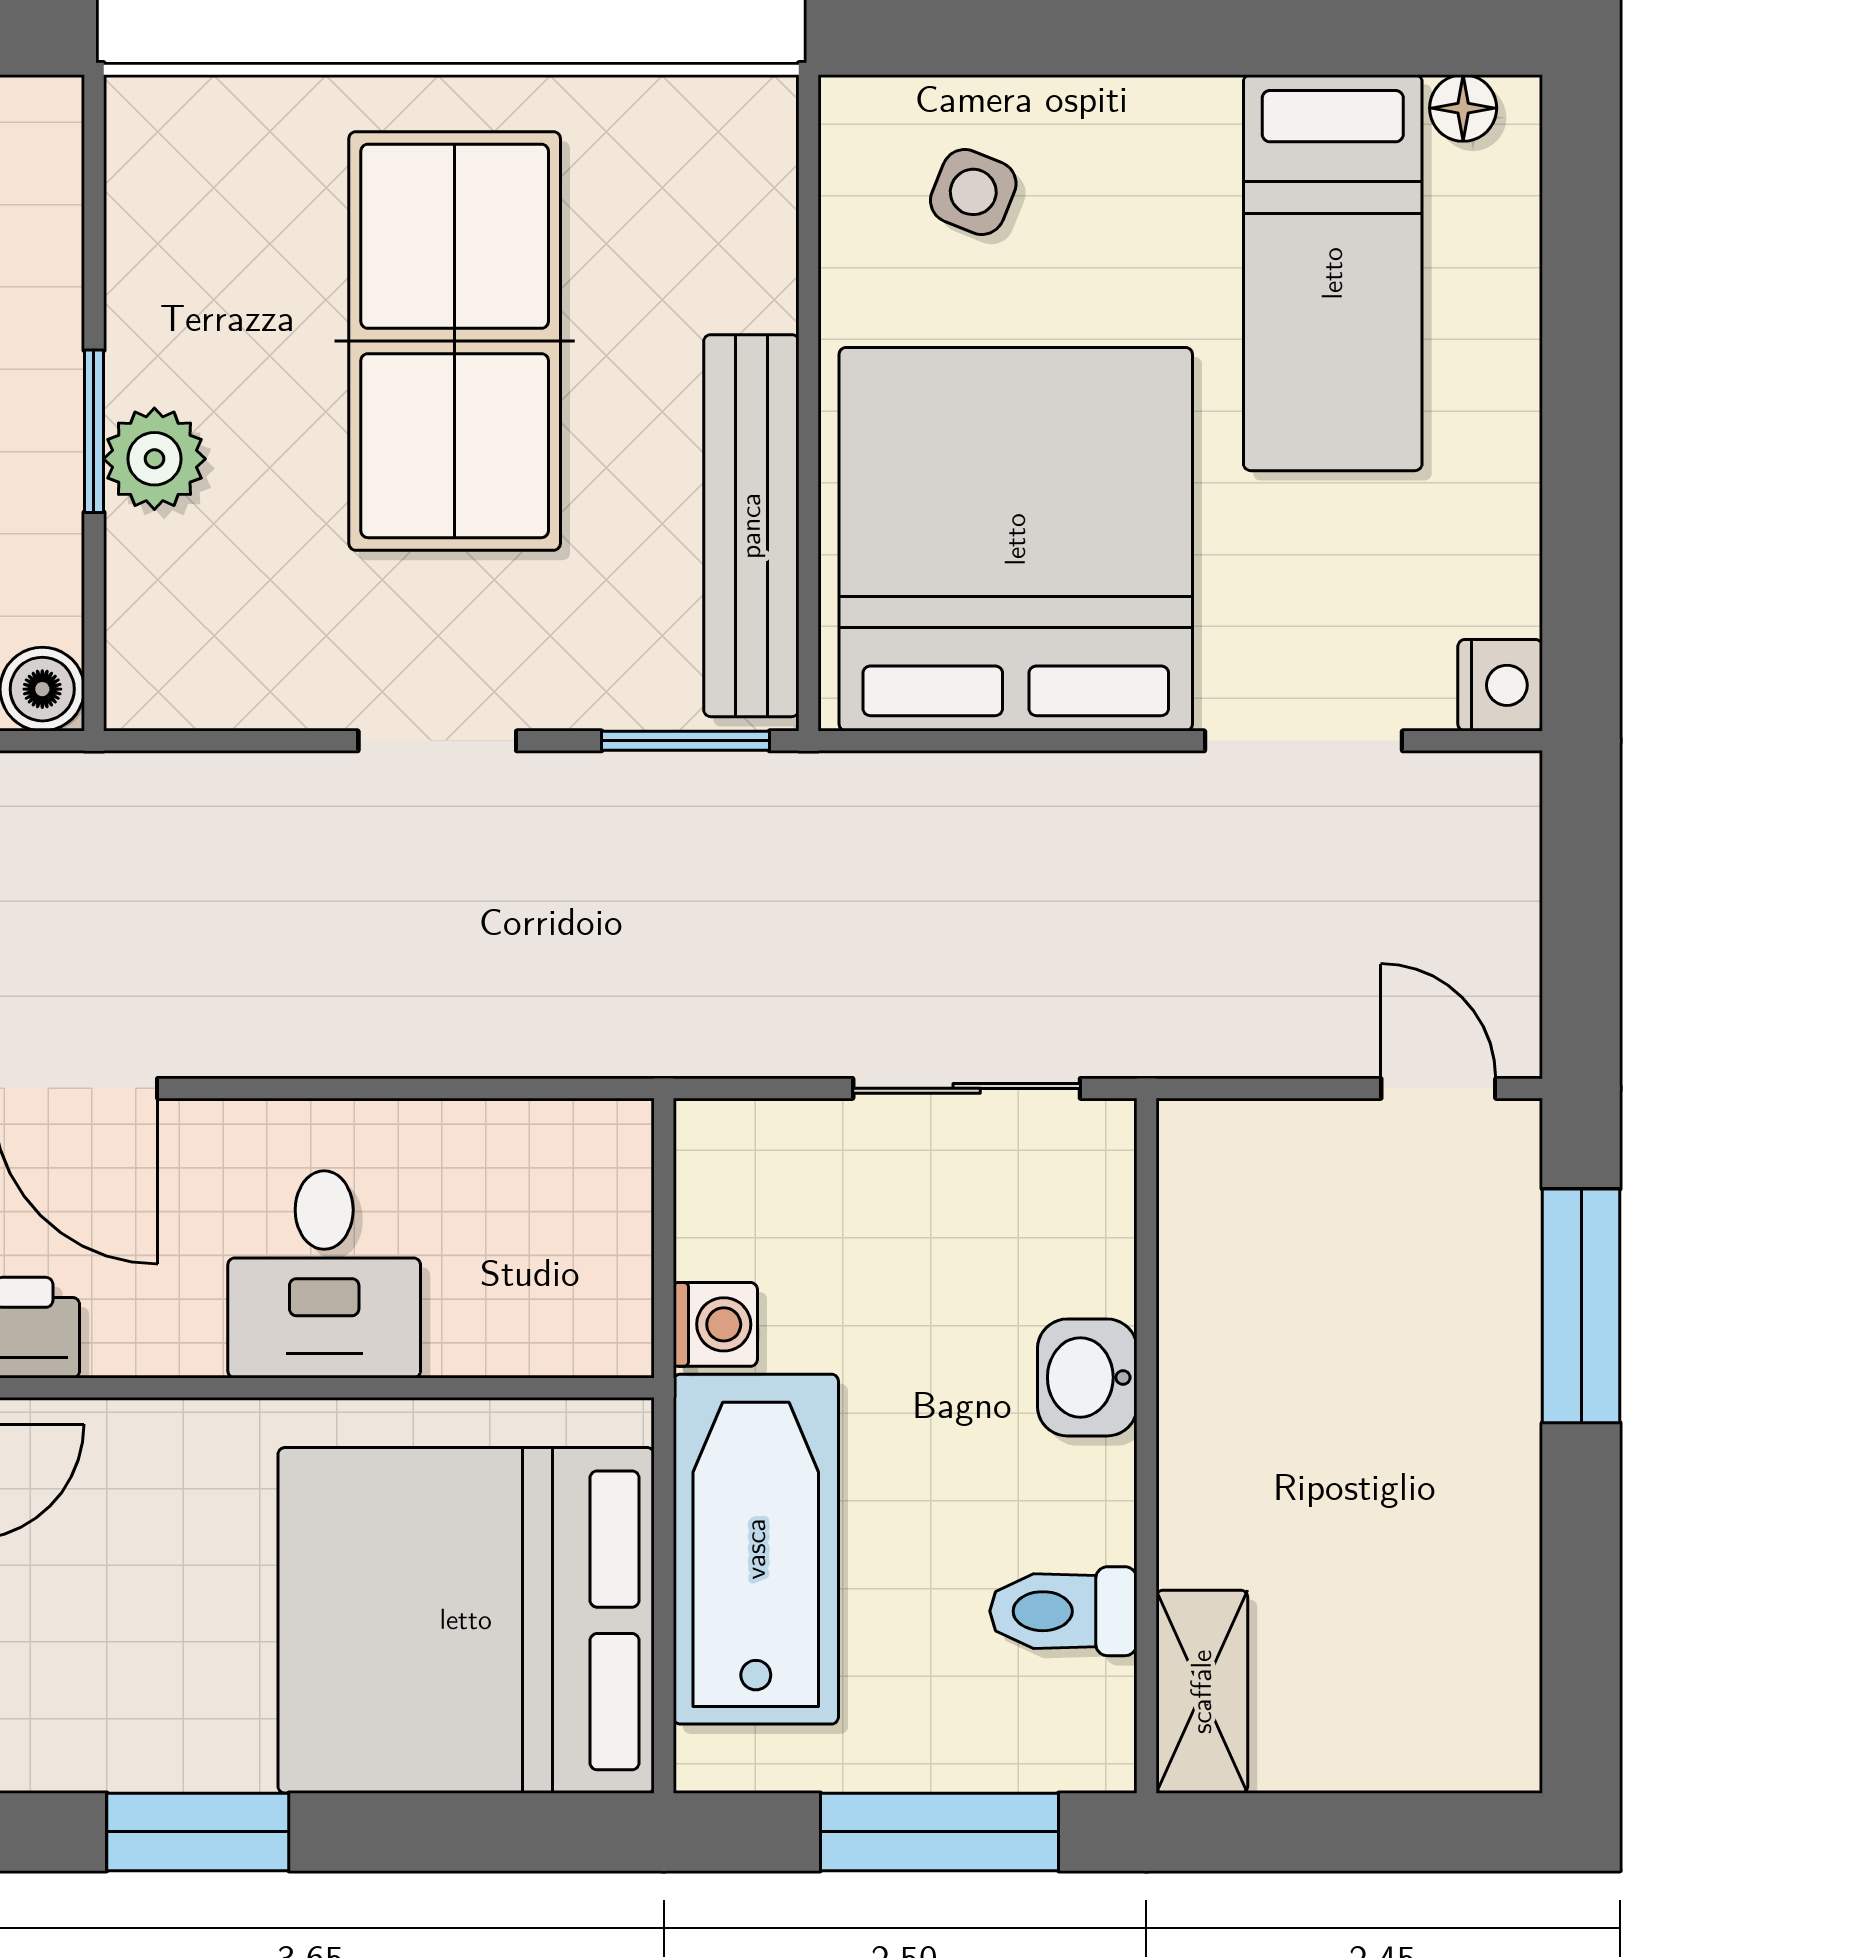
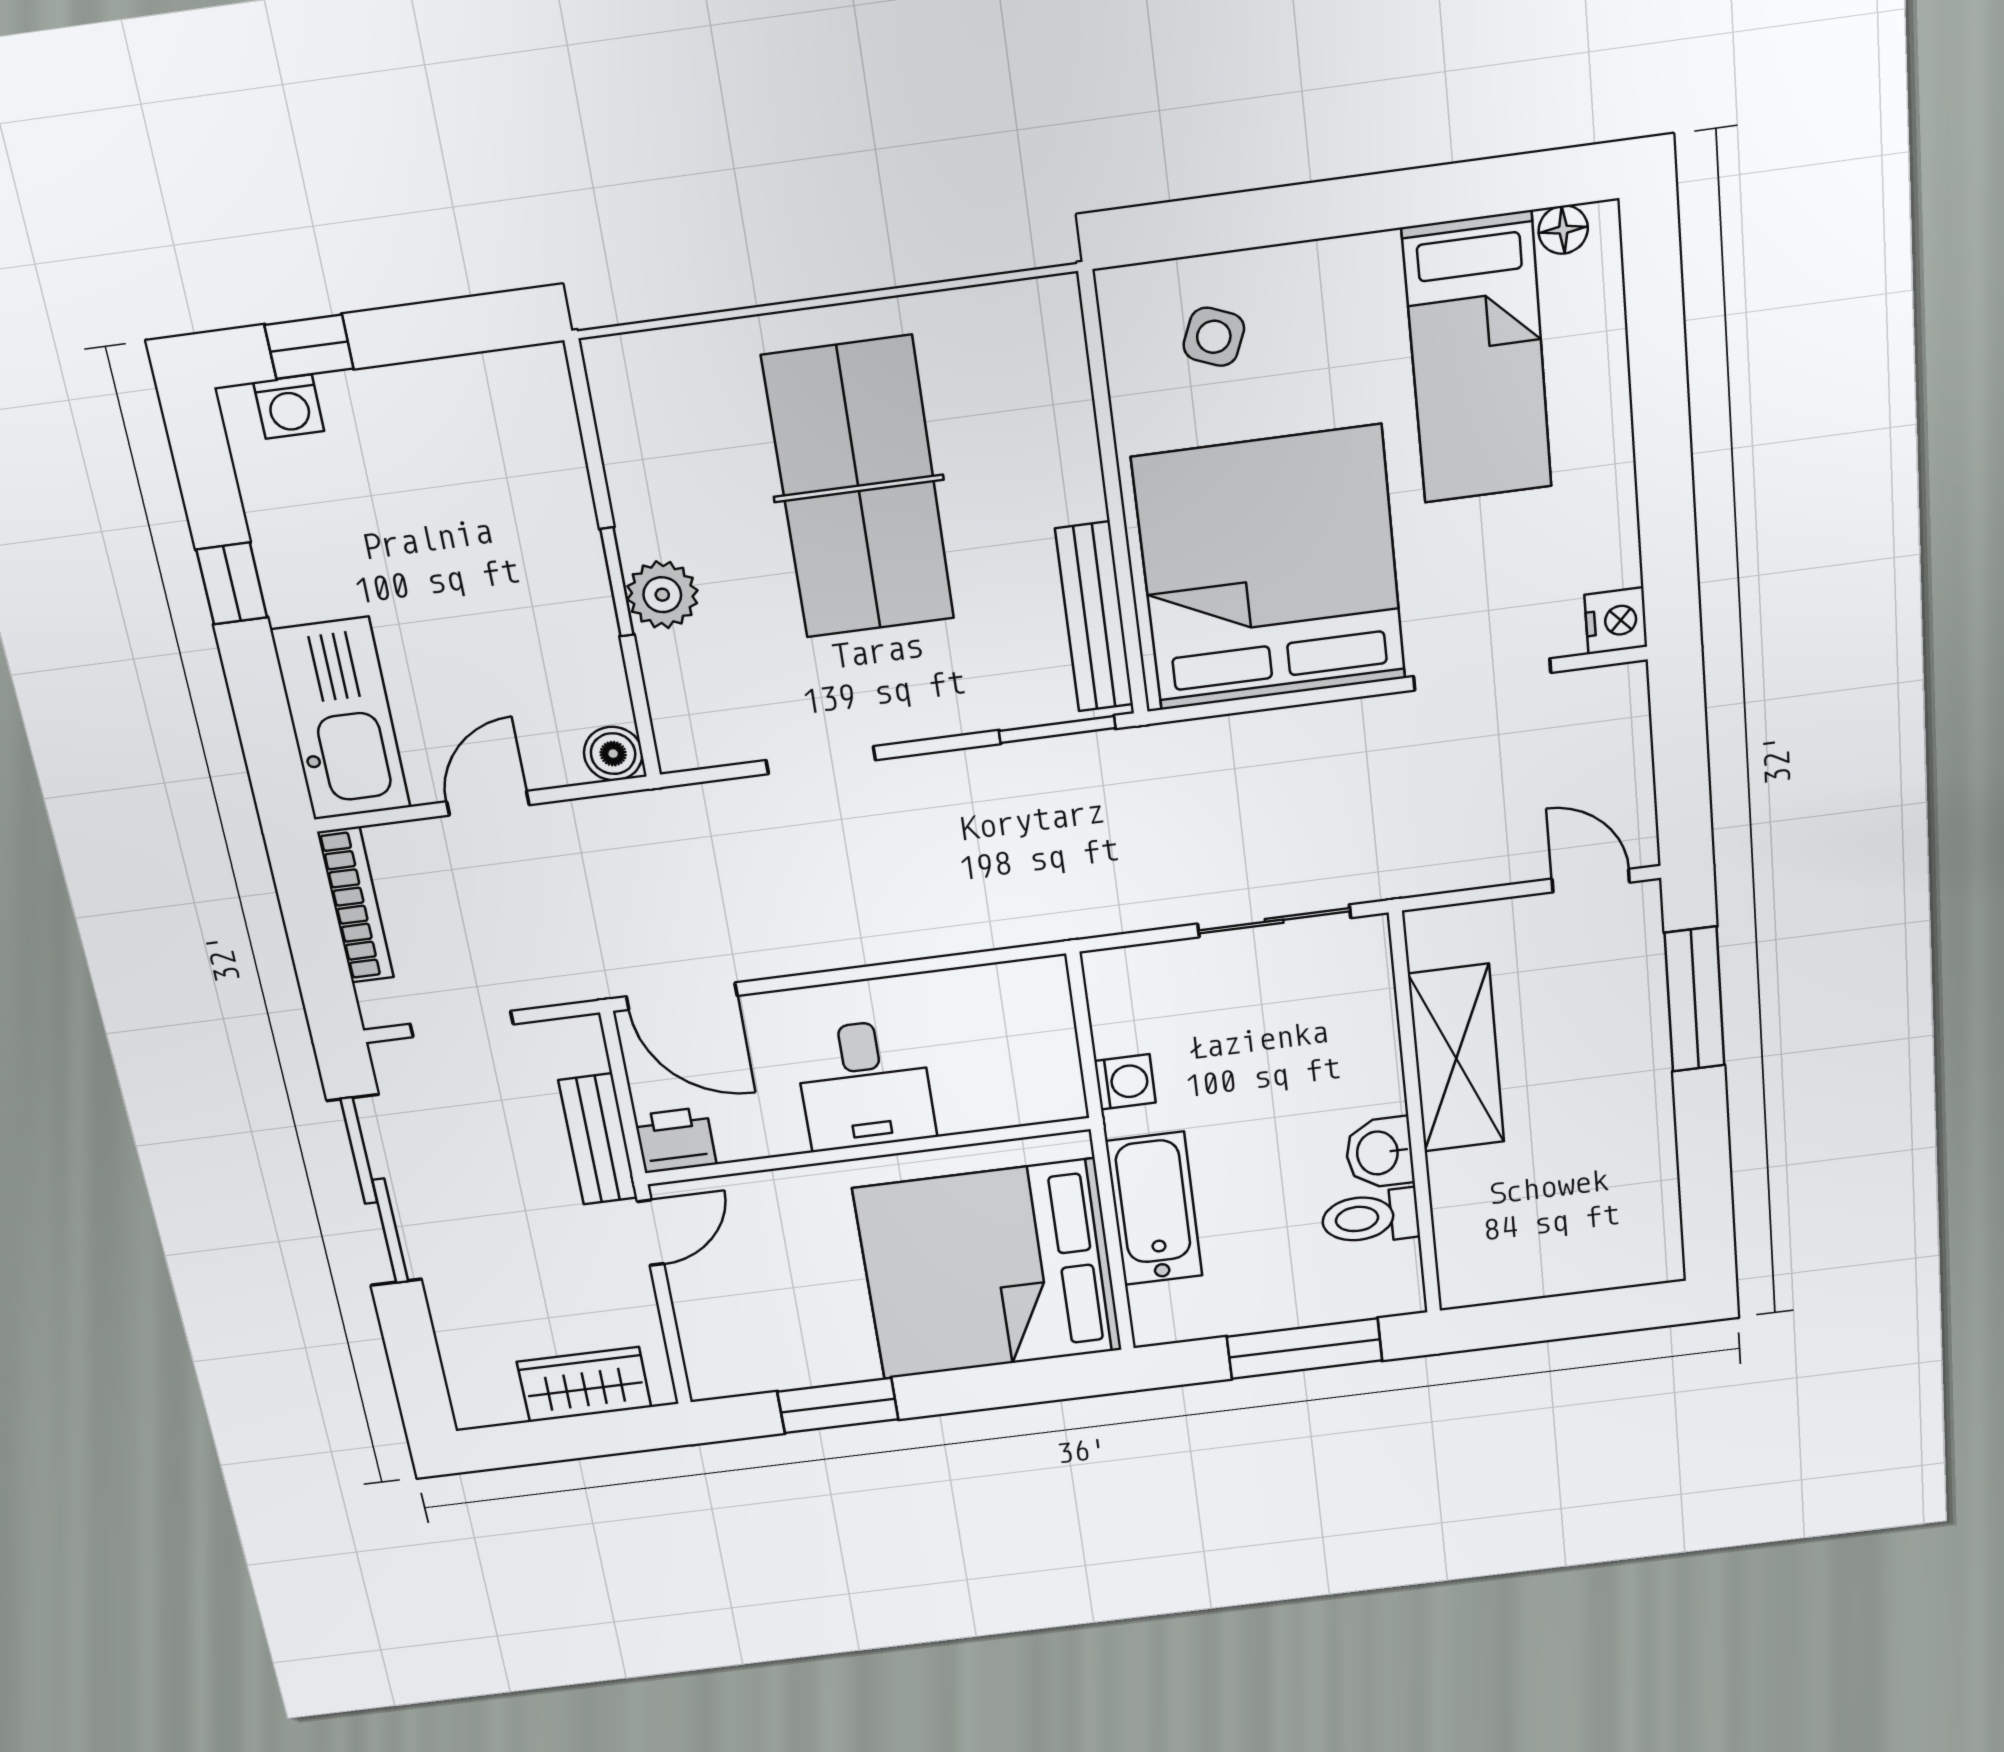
bench: (751, 526) -> (1094, 617), width x0.73, depth x0.82
doorway: (437, 741) -> (821, 760), moved
washbasin: (1087, 1377) -> (1379, 1153), moved
bathtub: (756, 1549) -> (1154, 1209), width x0.73, depth x0.73
shelving: (1202, 1692) -> (1456, 1058), moved, width x1.50, depth x1.33

